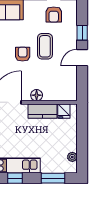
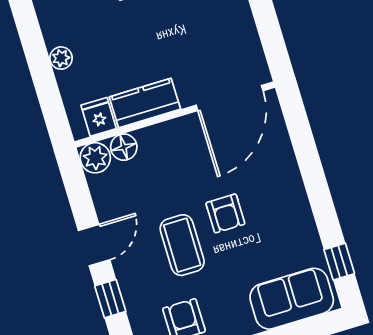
plant: (71, 94) -> (95, 158), added
floor lamp: (37, 95) -> (124, 147), moved
plant: (72, 157) -> (61, 58), moved

